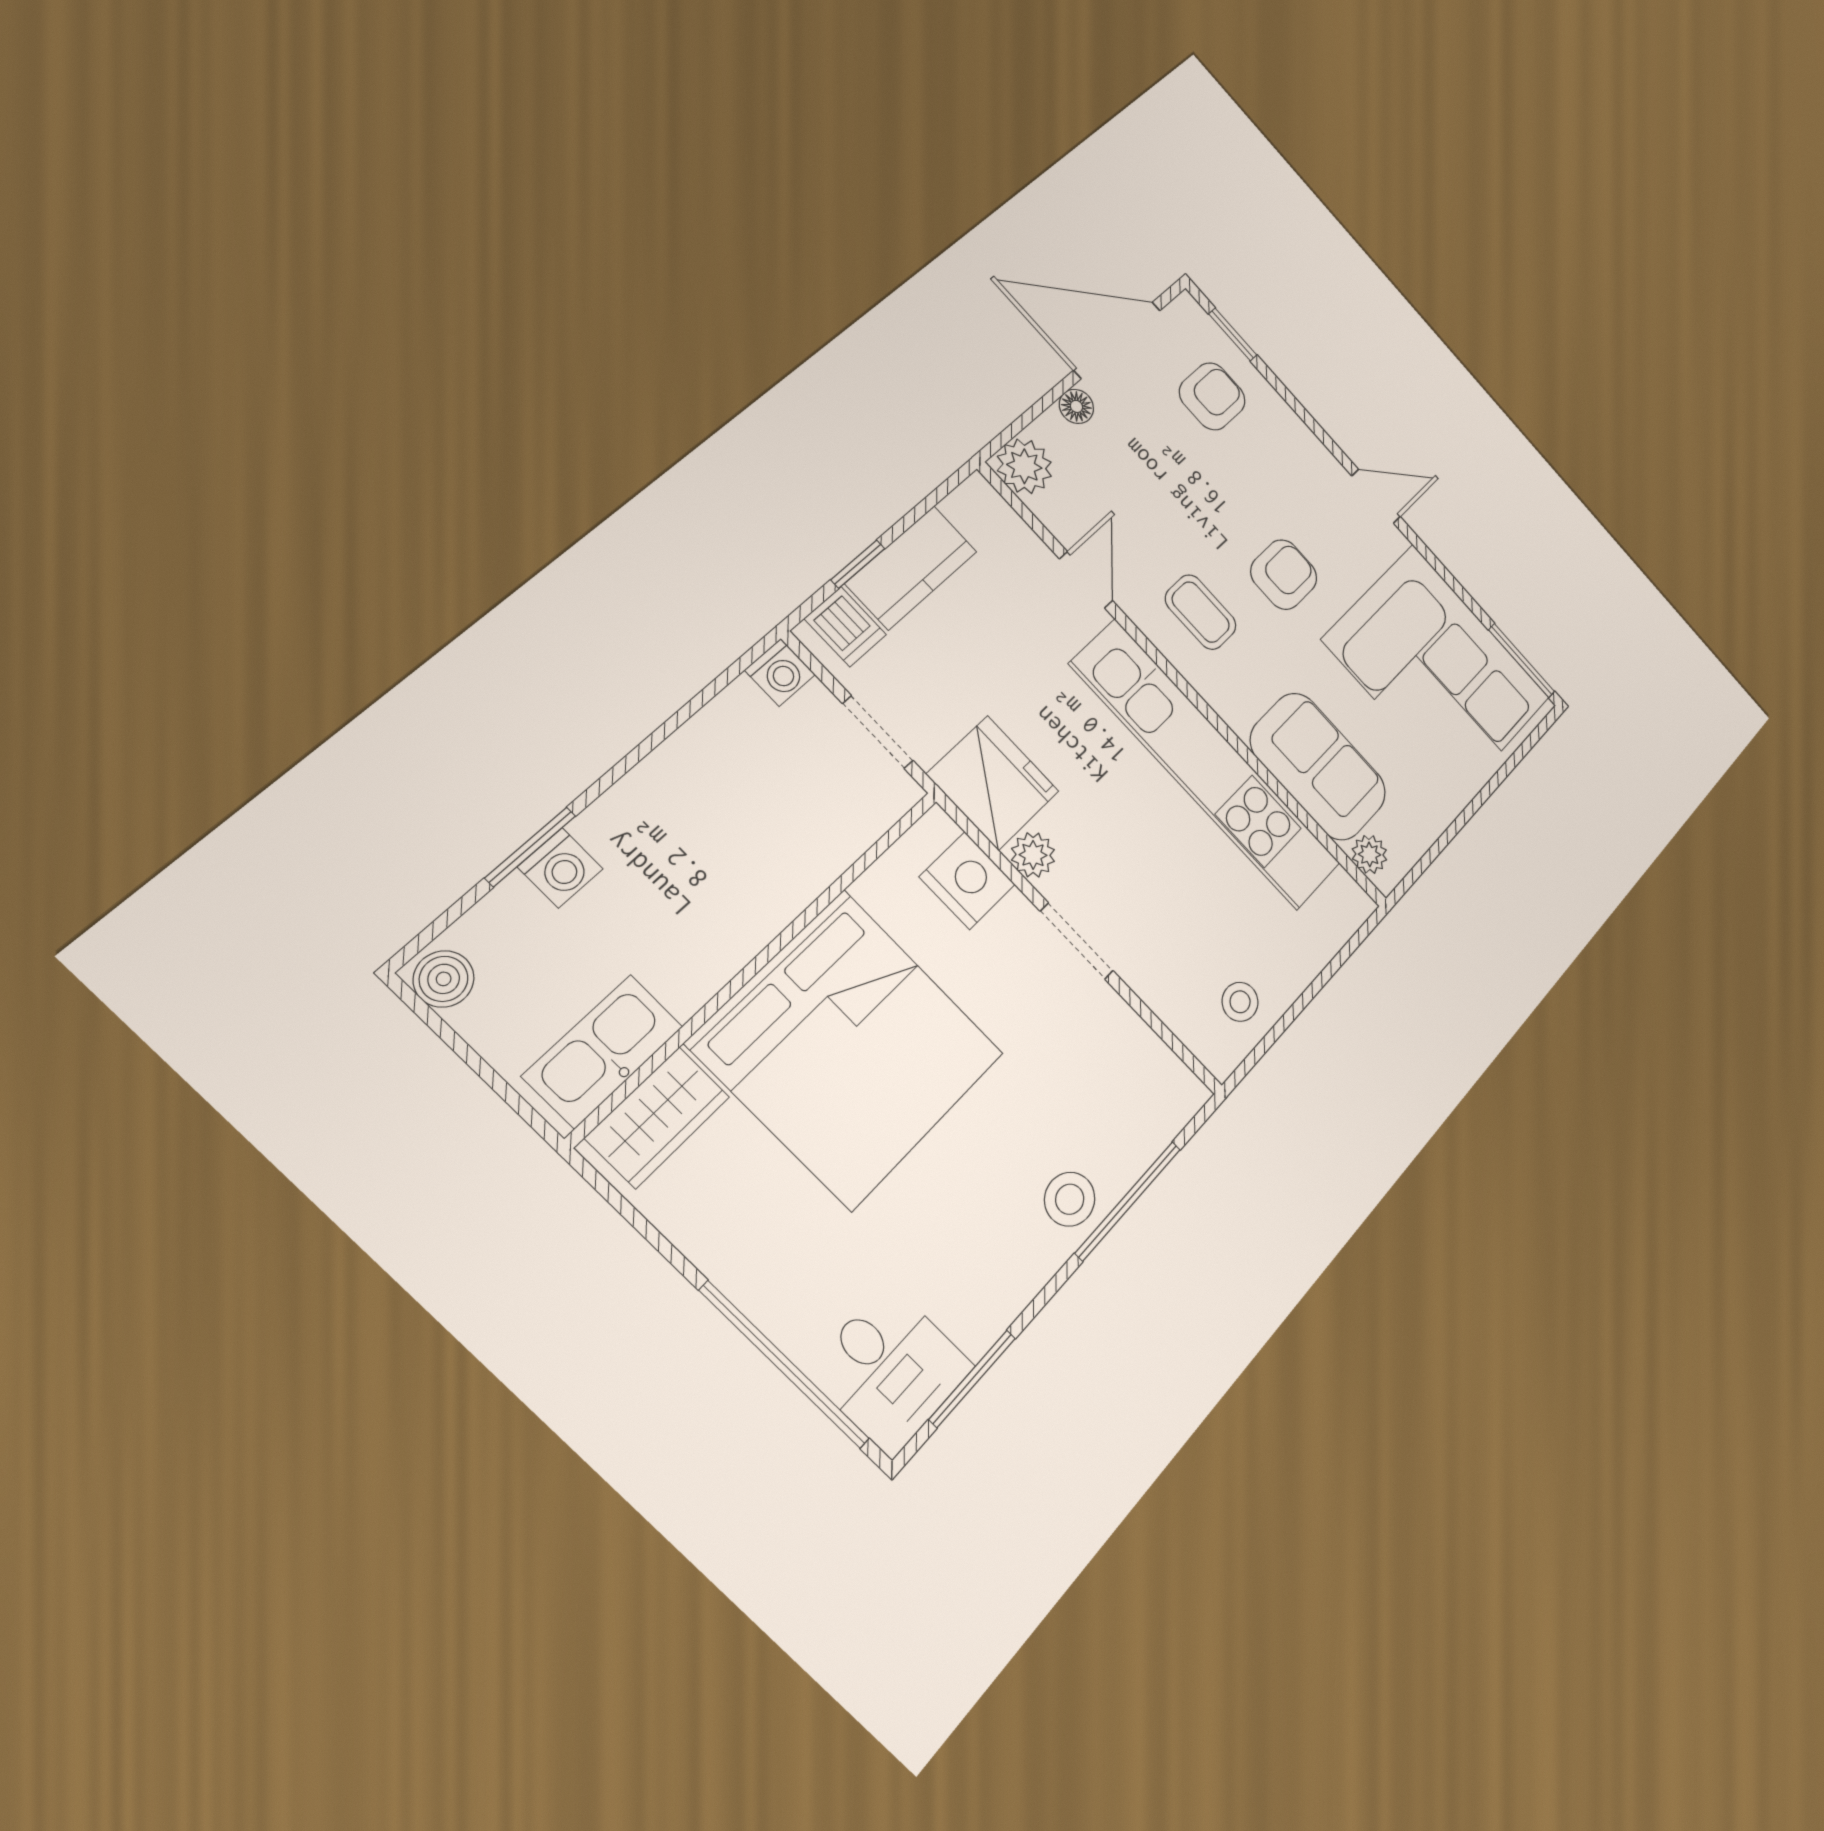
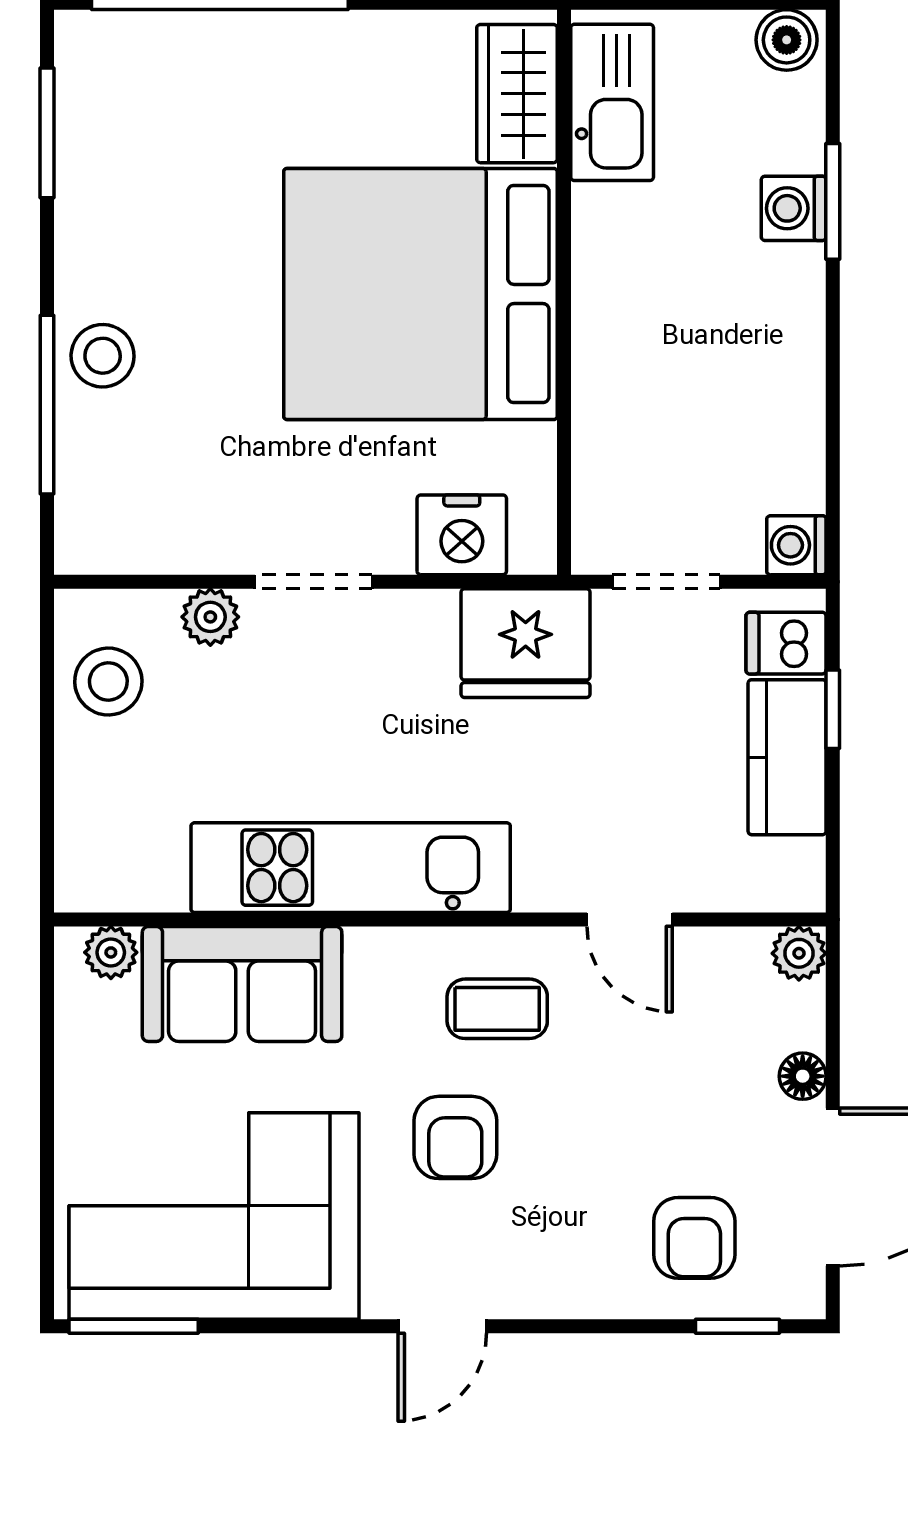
plant: (1024, 466) -> (799, 953), width x0.73, depth x0.73
kitchen unit: (1206, 765) -> (351, 868), width x0.73
plant: (1033, 855) -> (210, 617), moved
stool: (1240, 1002) -> (108, 682), width x1.37, depth x1.37
desk: (890, 1369) -> (127, 77), removed

